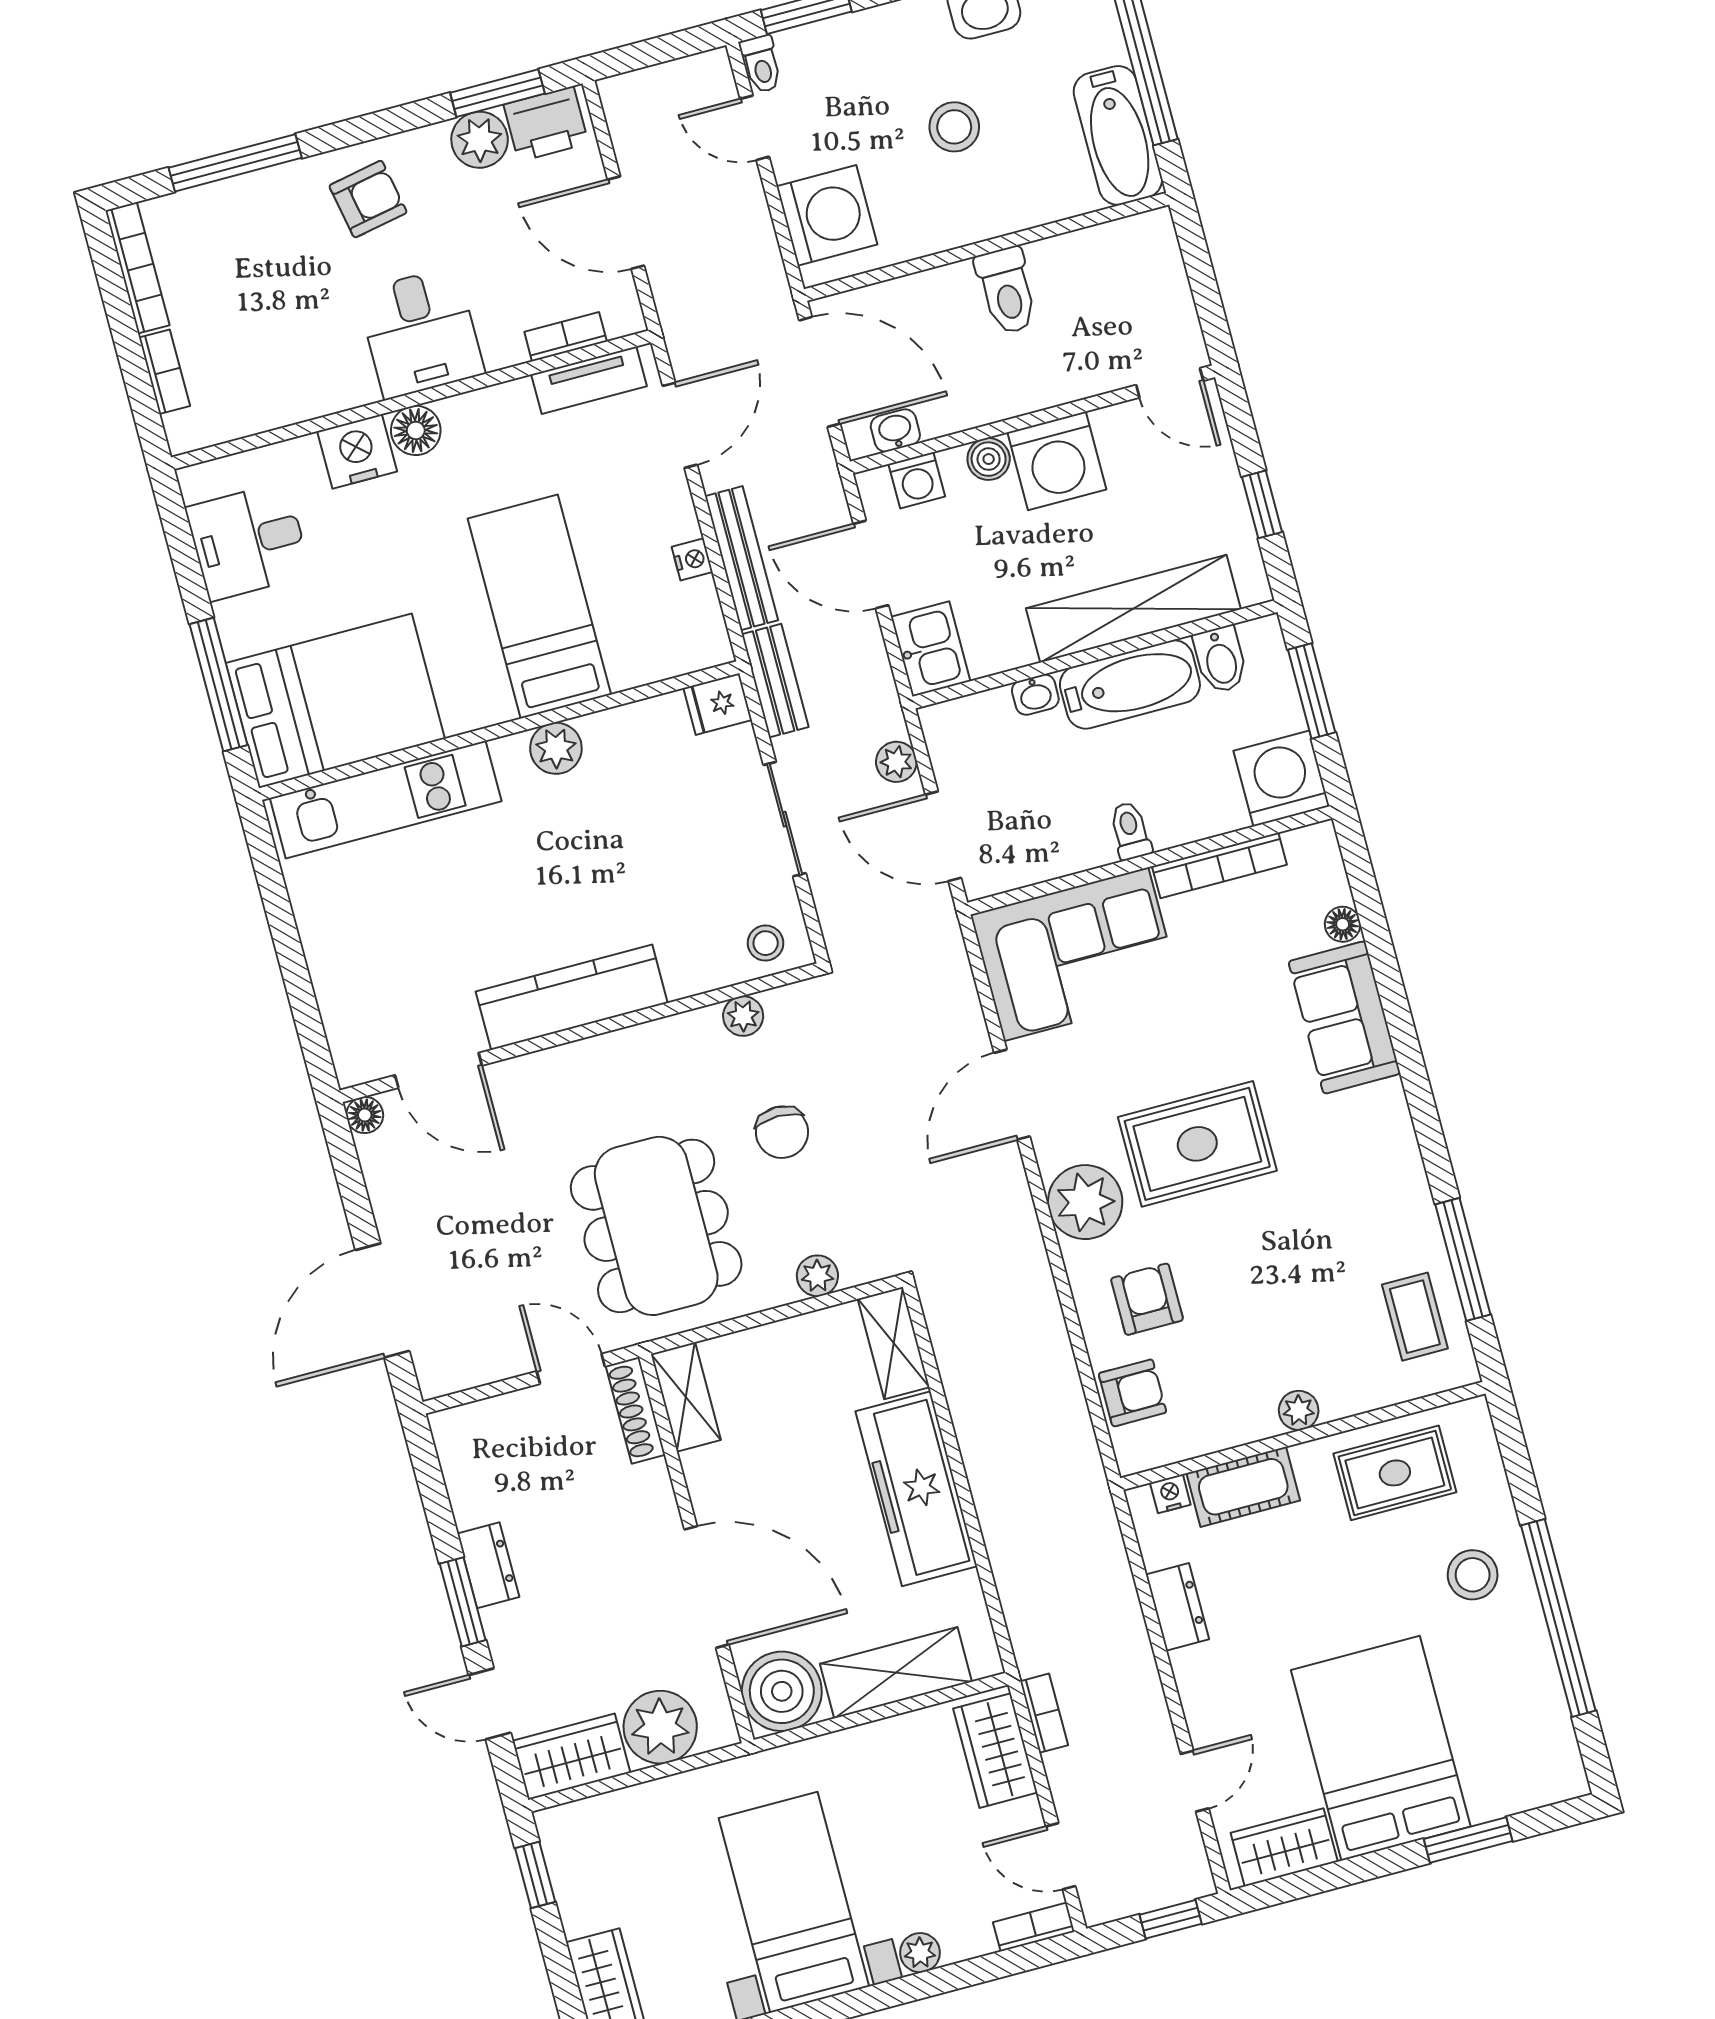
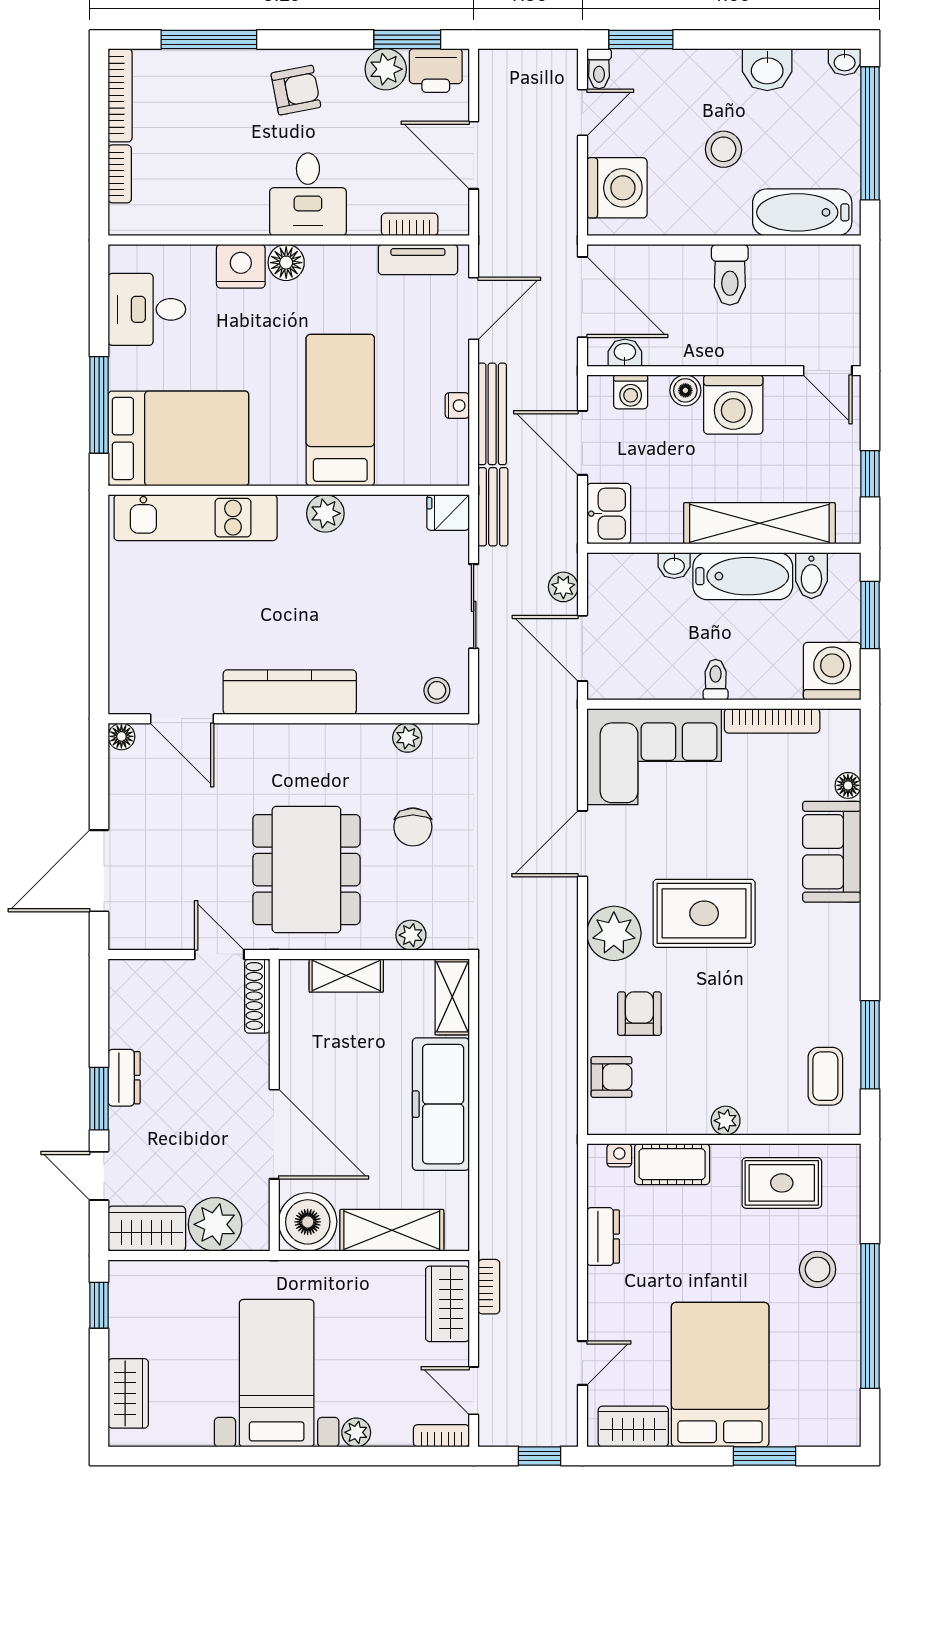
door: (755, 128) -> (582, 112), swing flipped
bathtub: (1118, 135) -> (802, 212), moved, turned 90
shelving: (686, 1397) -> (346, 976), moved, turned 90

